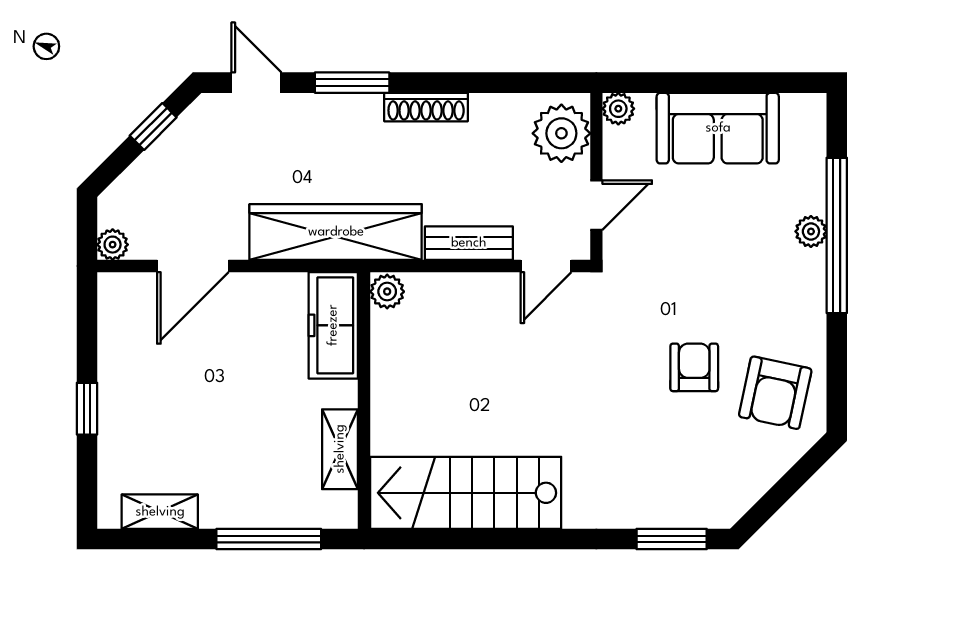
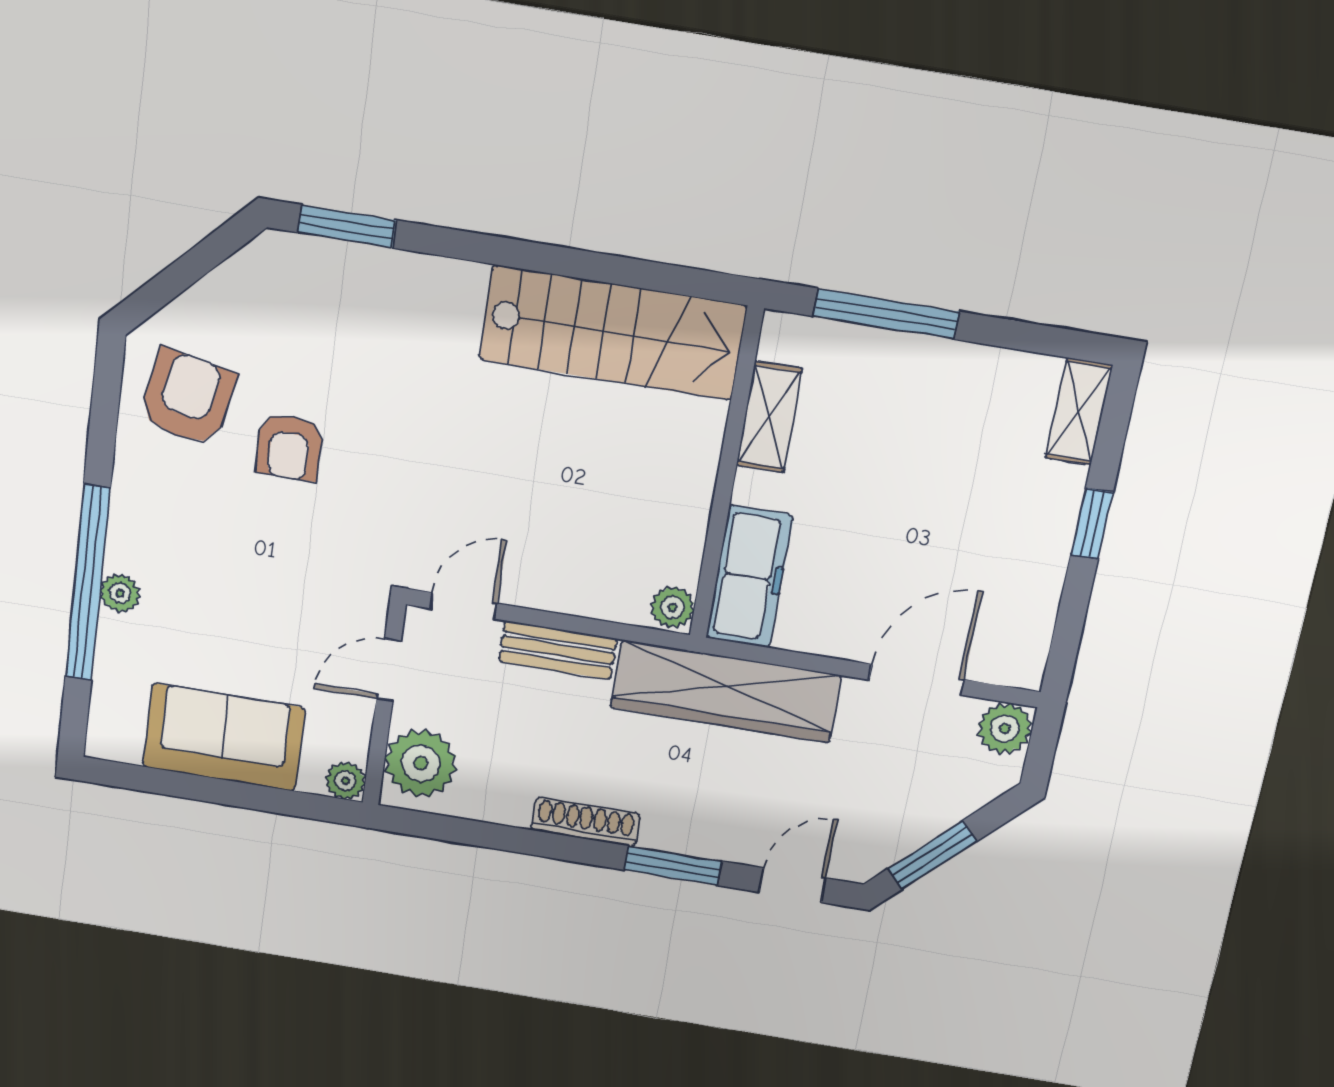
door: (256, 83) -> (792, 885), swing flipped
window: (153, 127) -> (932, 855), width x1.50
plant: (113, 245) -> (1005, 728), width x1.38, depth x1.38
shelving: (160, 512) -> (1079, 411), moved, turned 90

